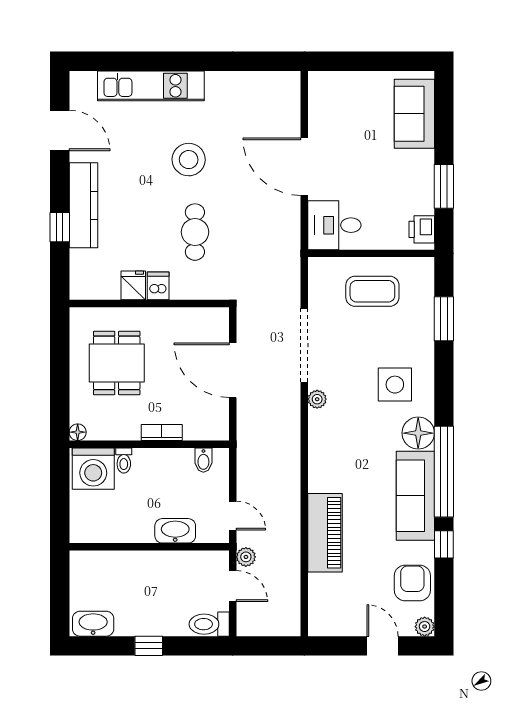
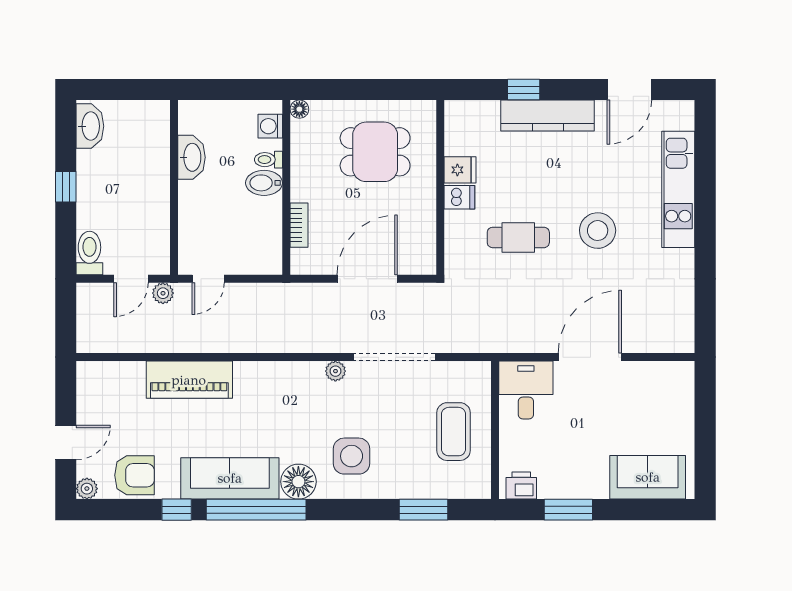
bookcase: (162, 432) -> (299, 225), moved
bidet: (203, 460) -> (264, 183), moved, width x1.38, depth x1.36
washing machine: (93, 469) -> (270, 126), width x0.53, depth x0.53
washbasin: (175, 531) -> (191, 157), moved

